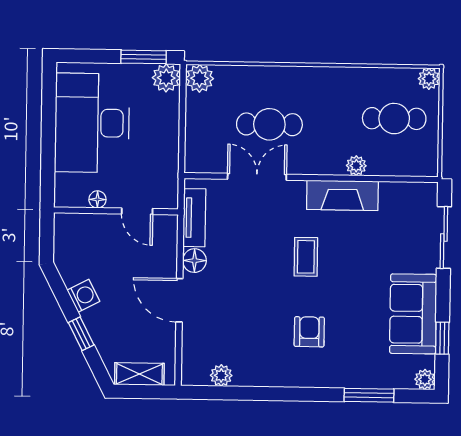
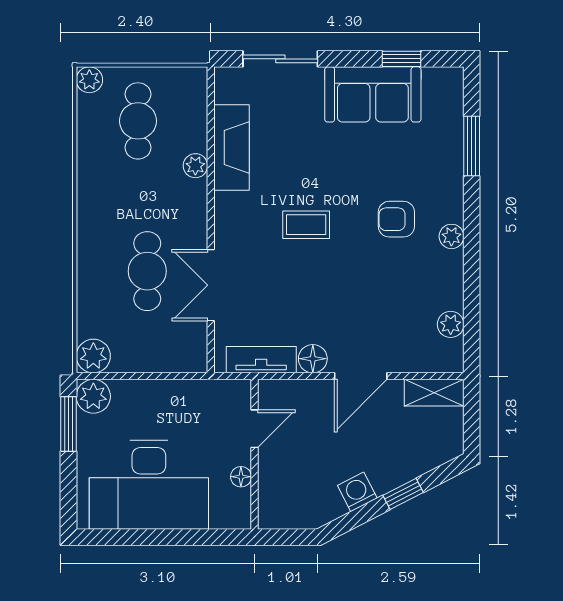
fireplace: (342, 195) -> (231, 148), moved
shelving: (139, 374) -> (434, 393), moved, turned 90
plant: (425, 379) -> (451, 236), moved

